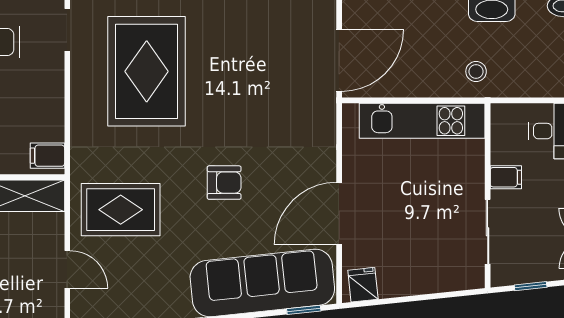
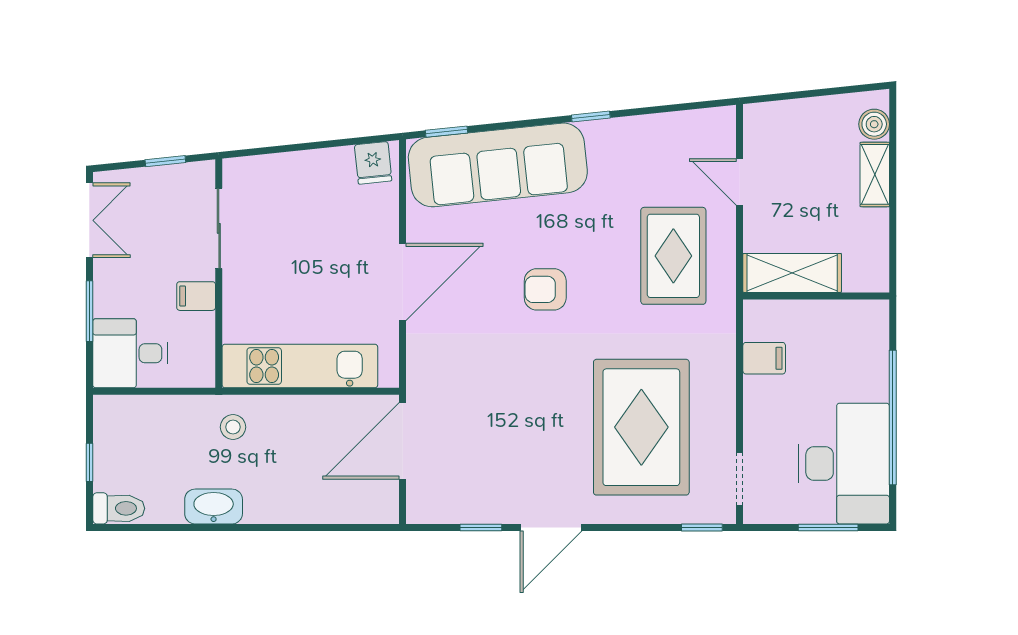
filing cabinet: (47, 156) -> (764, 358), moved
rug: (121, 210) -> (673, 256), turned 90
door: (339, 214) -> (403, 282), moved

